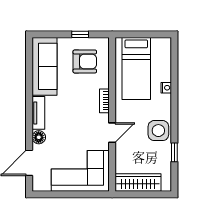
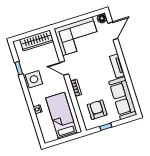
armchair: (85, 61) -> (97, 110), turned 90
door: (112, 133) -> (64, 68), hinge flipped
floor lamp: (39, 137) -> (102, 18), moved

